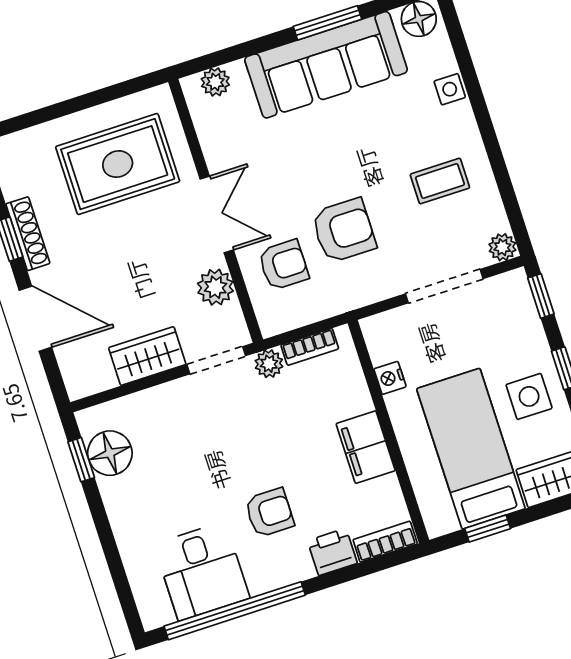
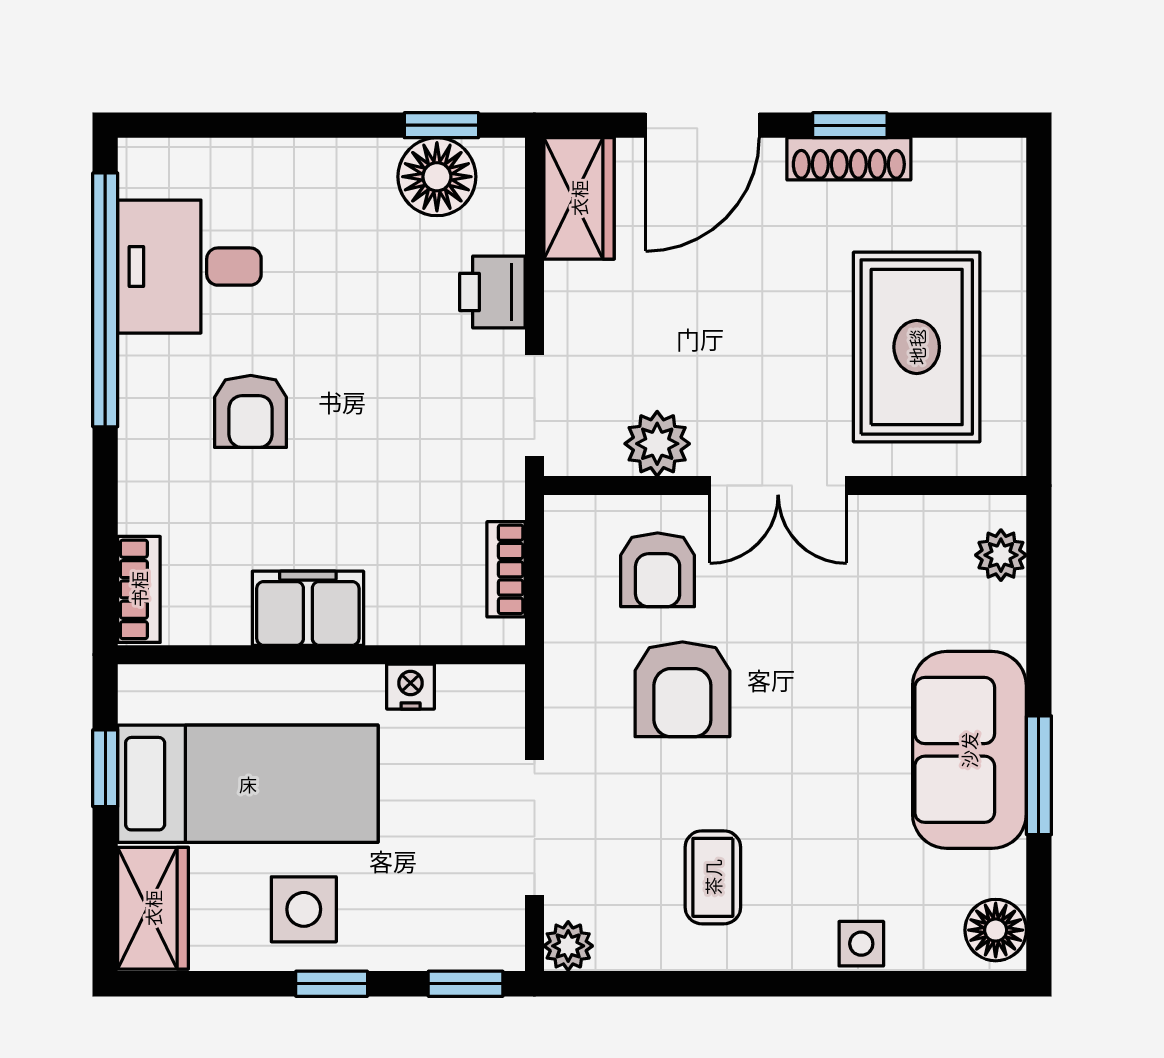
sofa: (326, 65) -> (969, 750), width x0.73
wardrobe: (147, 356) -> (579, 198), moved
plant: (269, 364) -> (500, 492), removed
printer: (332, 552) -> (492, 292), moved, turned 180

